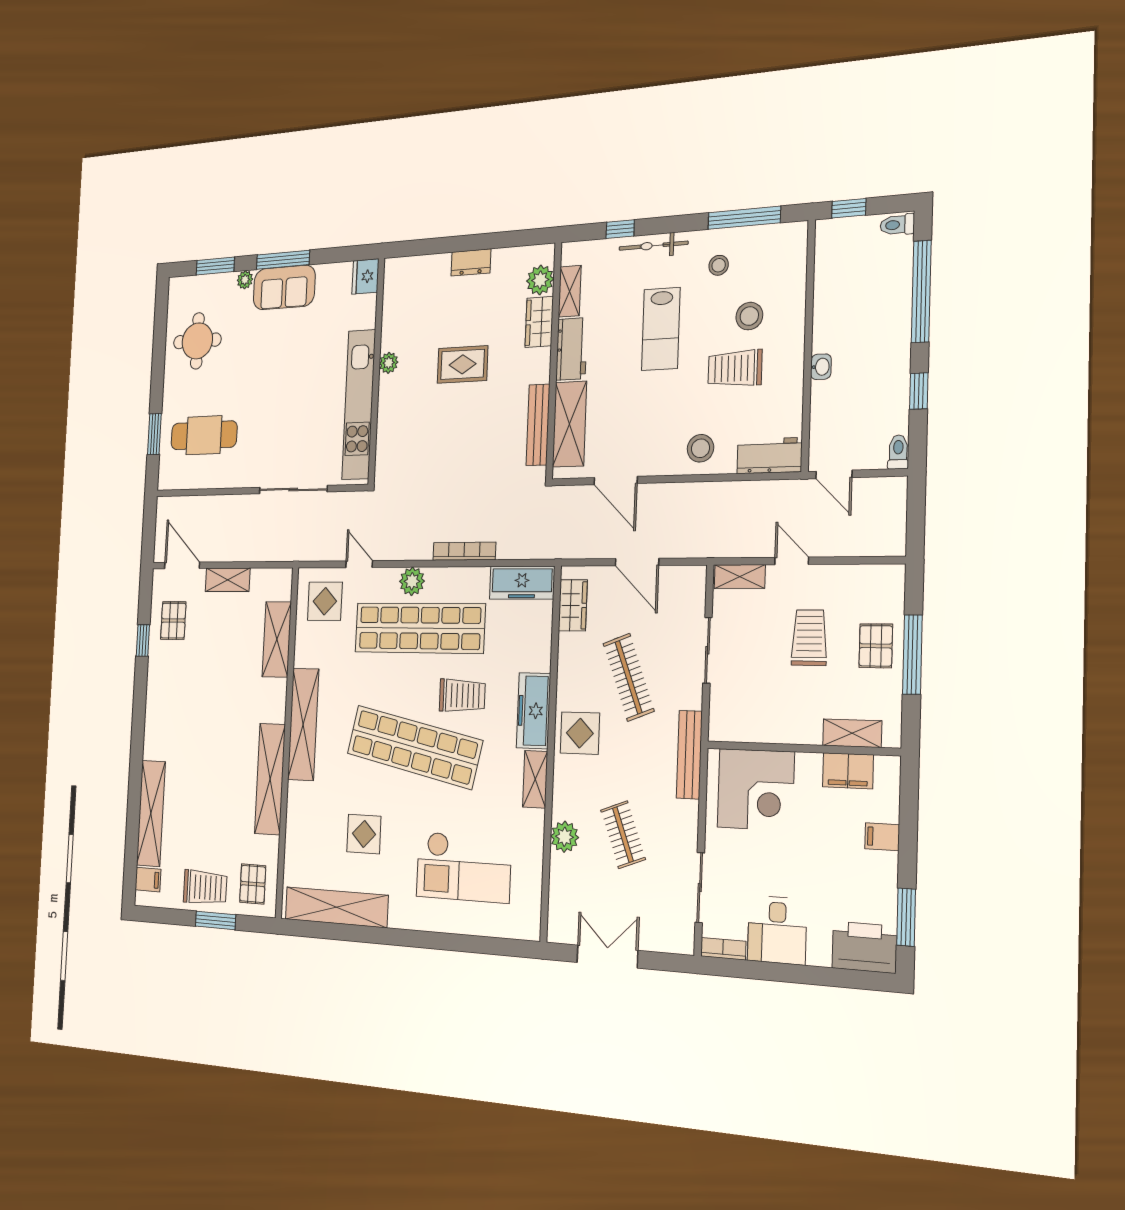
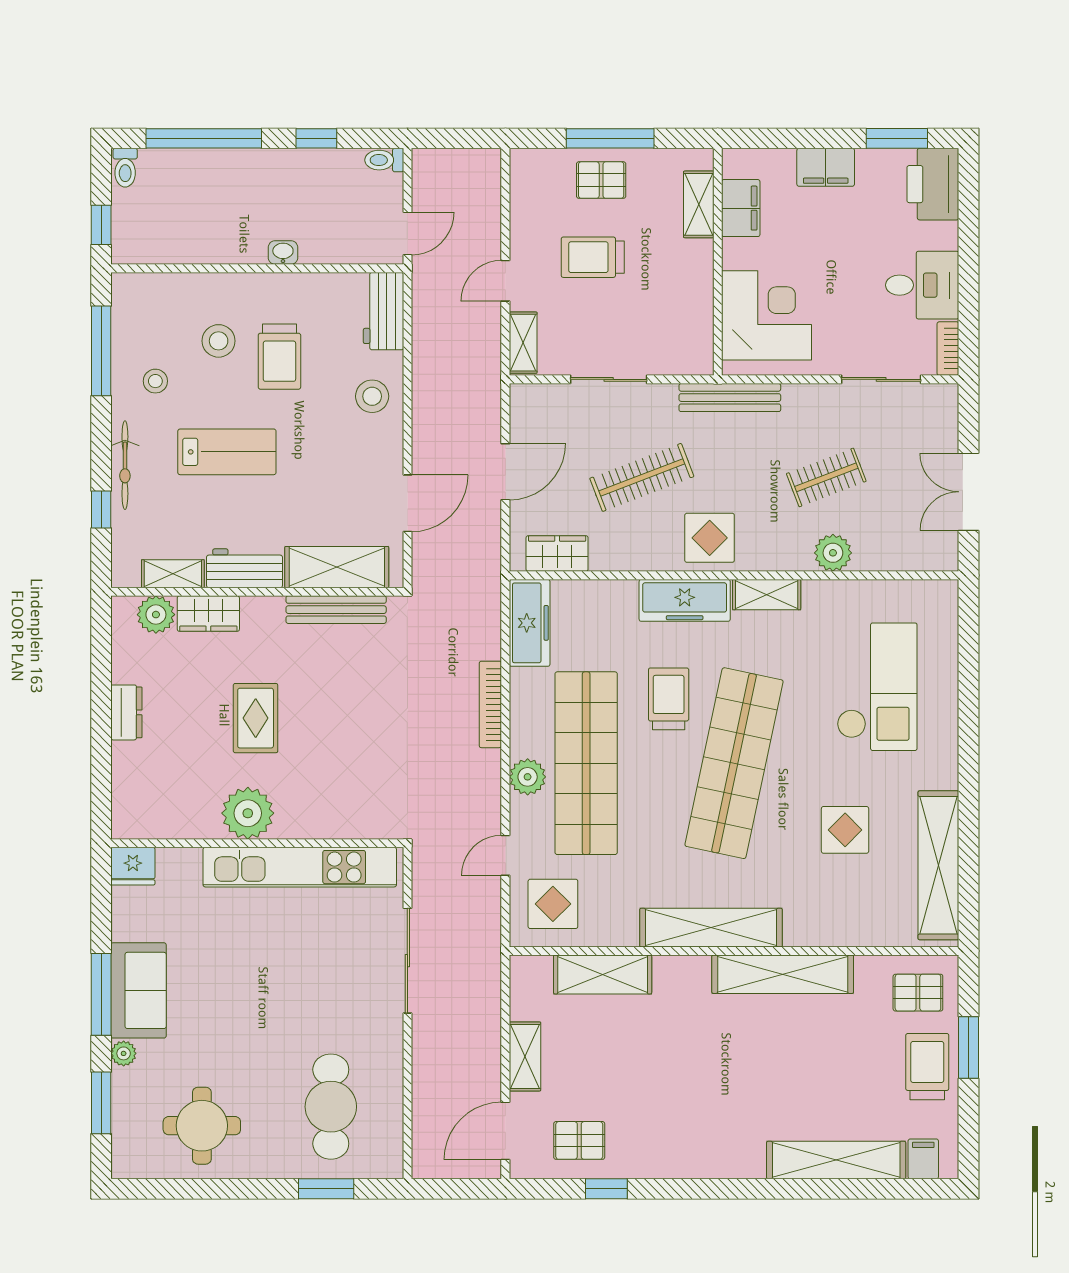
plant: (389, 363) -> (248, 813), width x1.88, depth x1.88
filing cabinet: (882, 837) -> (826, 167), width x2.00

